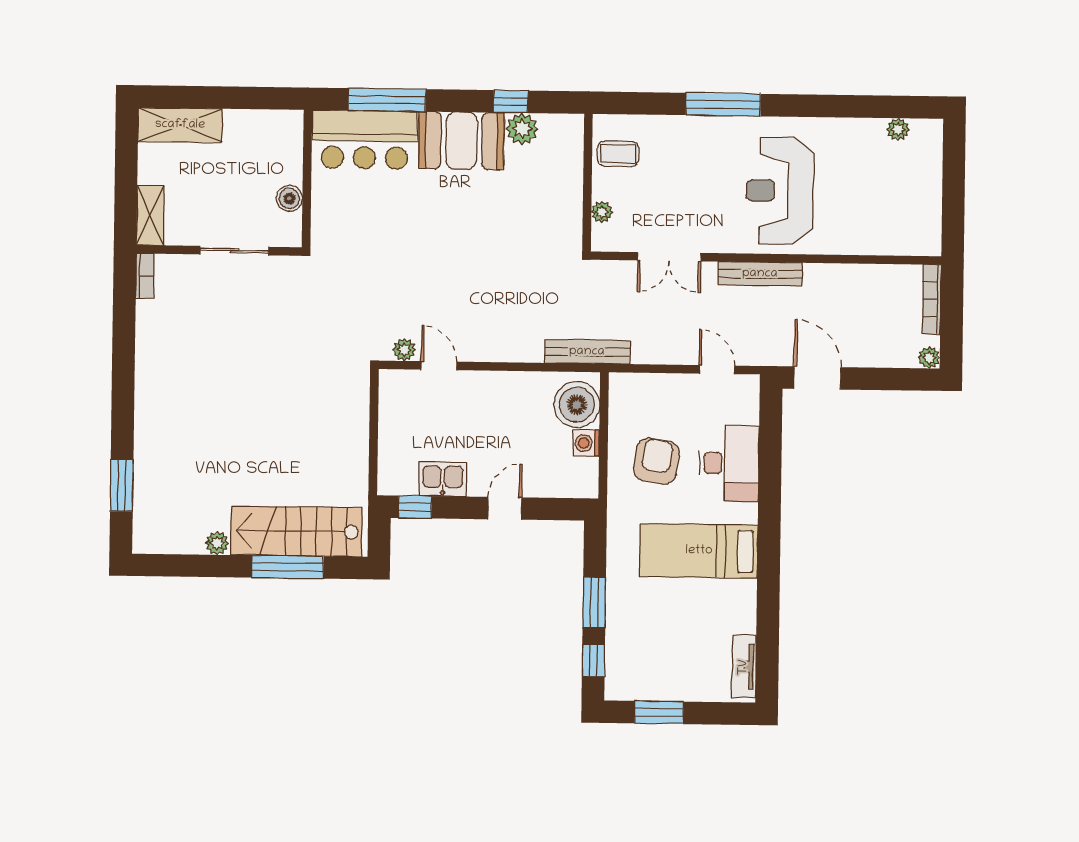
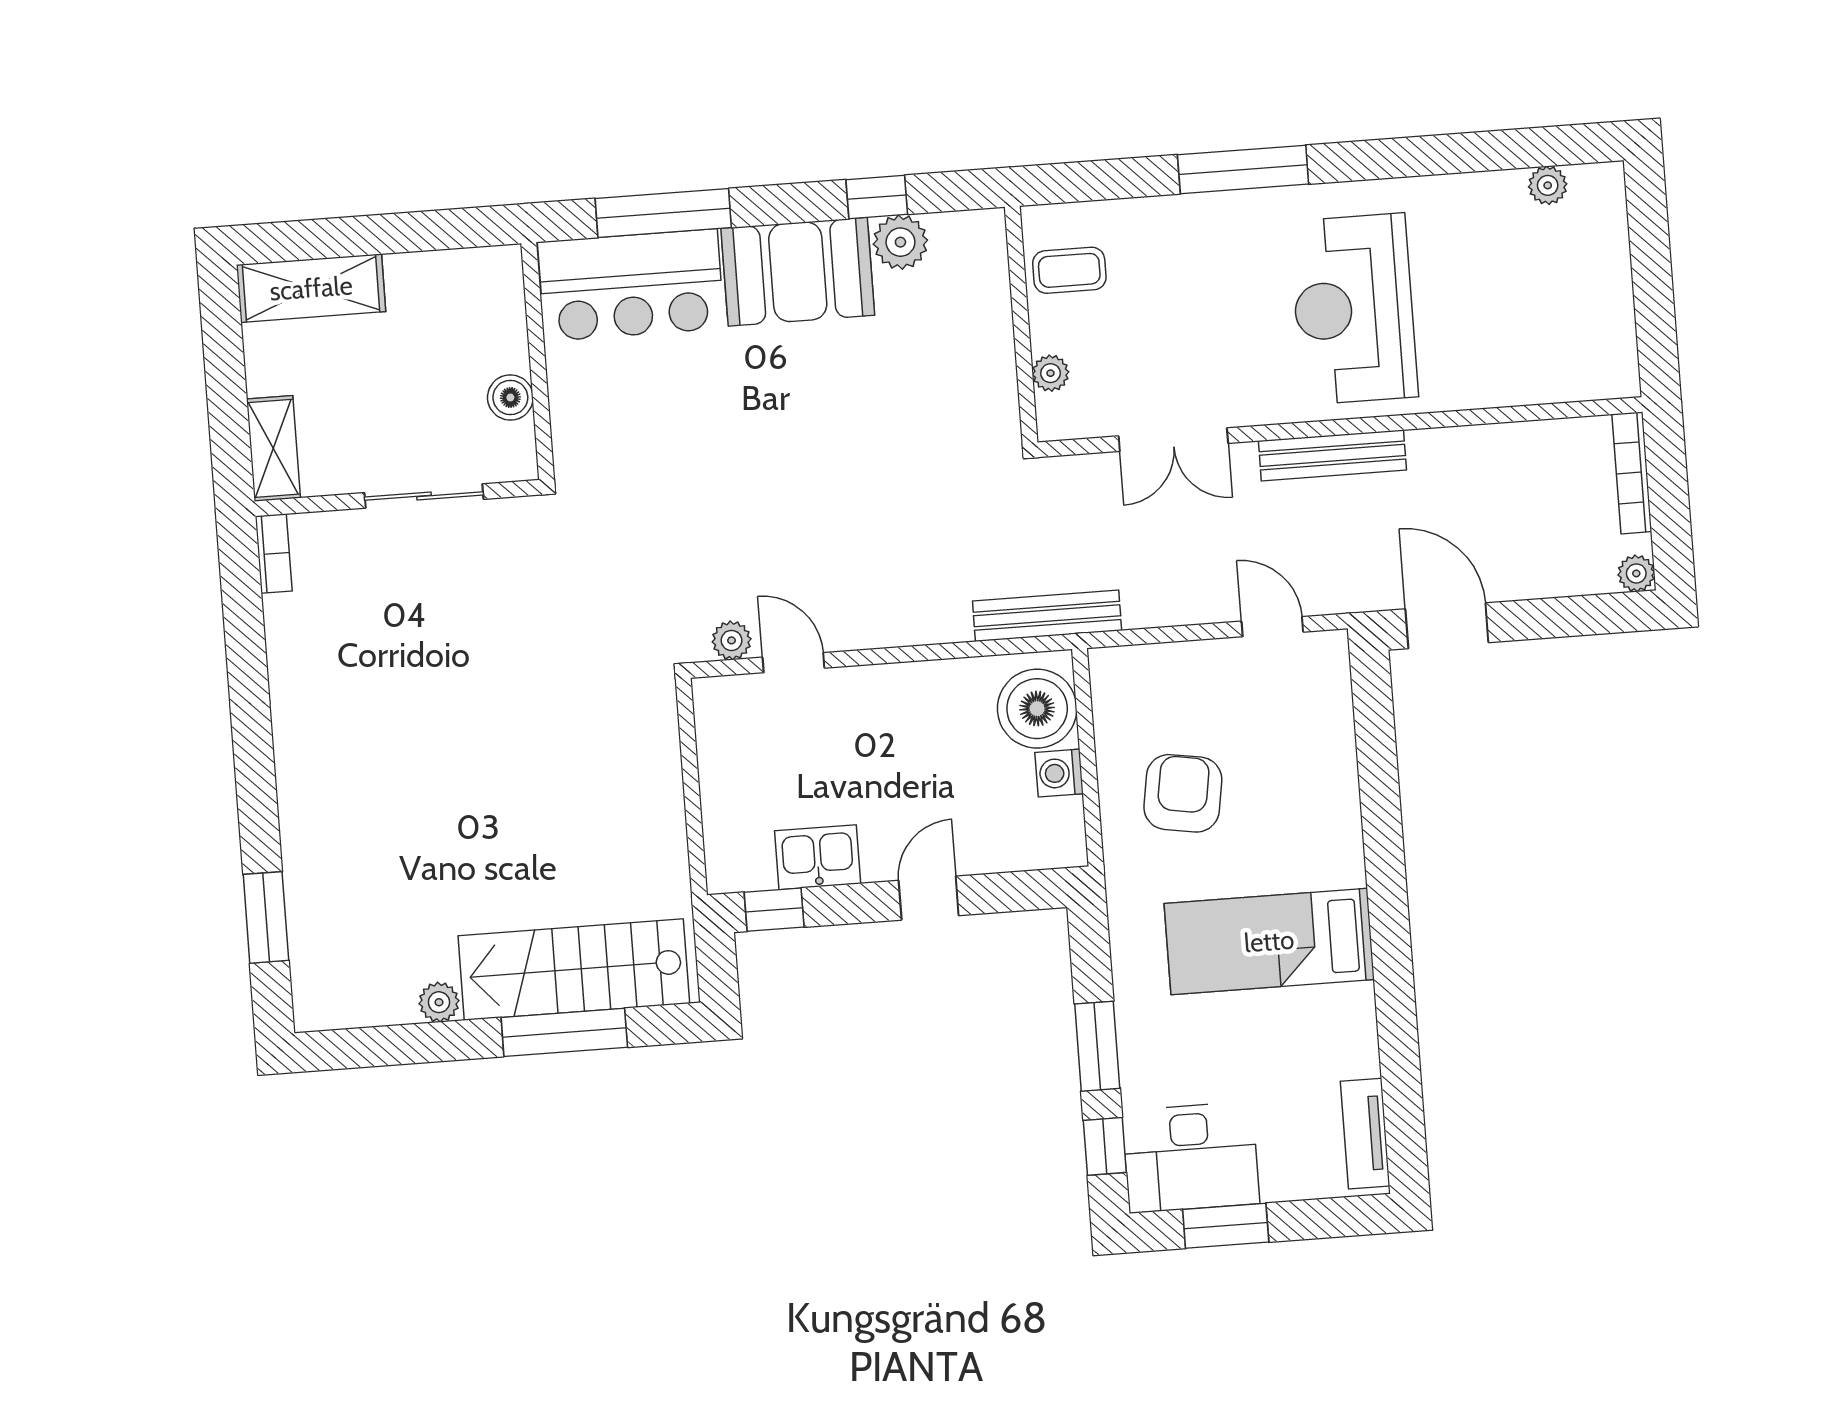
desk: (729, 463) -> (1191, 1157), moved, turned 90

